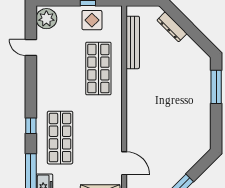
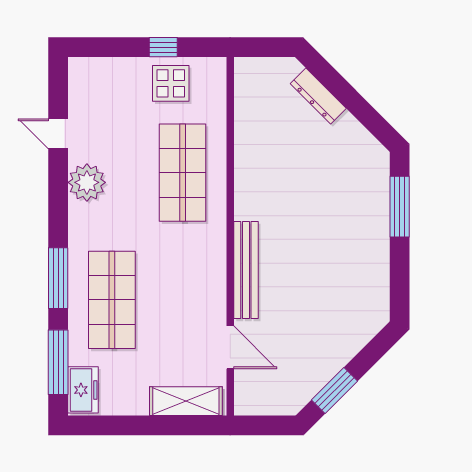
plant: (46, 19) -> (87, 182), moved
bench: (133, 42) -> (246, 270), moved
window: (31, 126) -> (58, 278), width x2.17

